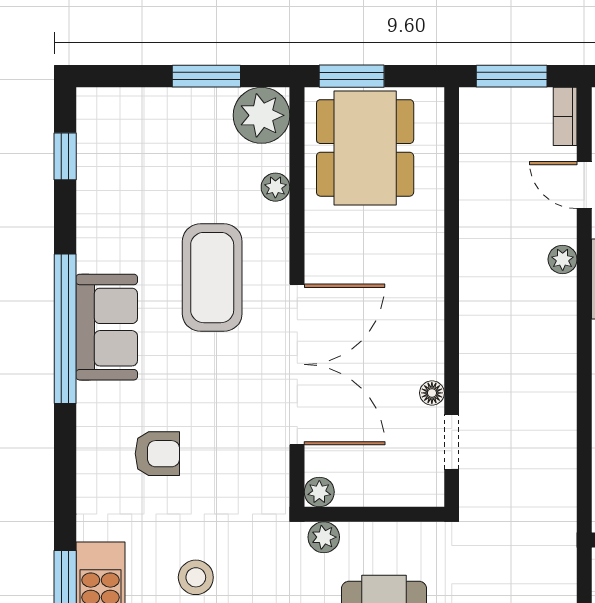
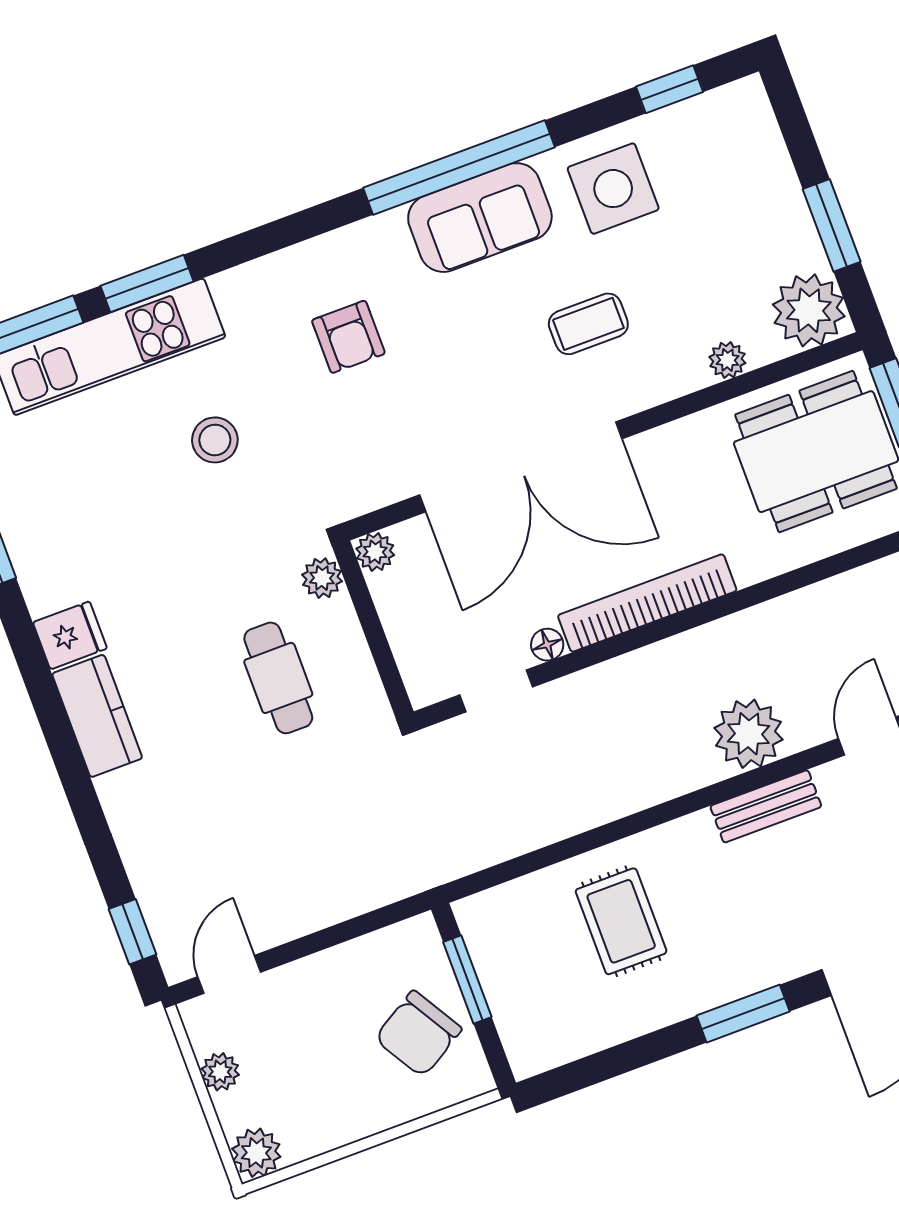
side table: (121, 223) -> (613, 189), added
plant: (563, 259) -> (749, 734), width x1.87, depth x1.87
coffee table: (212, 278) -> (588, 324), width x0.54, depth x0.58
bookcase: (429, 310) -> (647, 603), added

